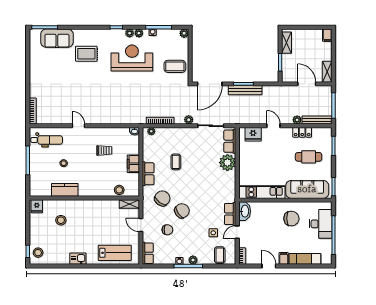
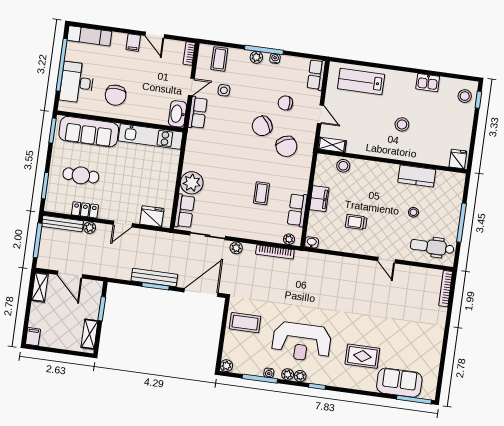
door: (273, 126) -> (123, 224), hinge flipped
row of seats: (148, 174) -> (297, 210), moved
chair: (162, 198) -> (286, 146), turned -62
chair: (291, 219) -> (116, 95), turned -88
stool: (61, 220) -> (402, 124), moved
kitchen sink: (78, 259) -> (428, 83), moved
exam couch: (305, 259) -> (89, 36), moved

